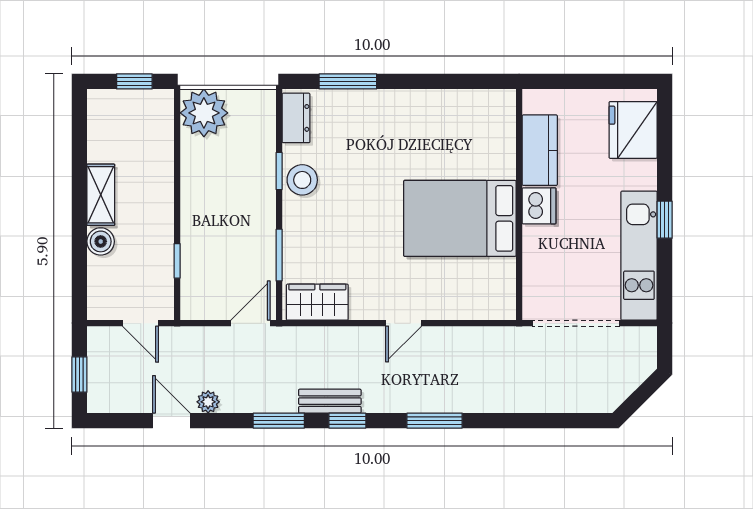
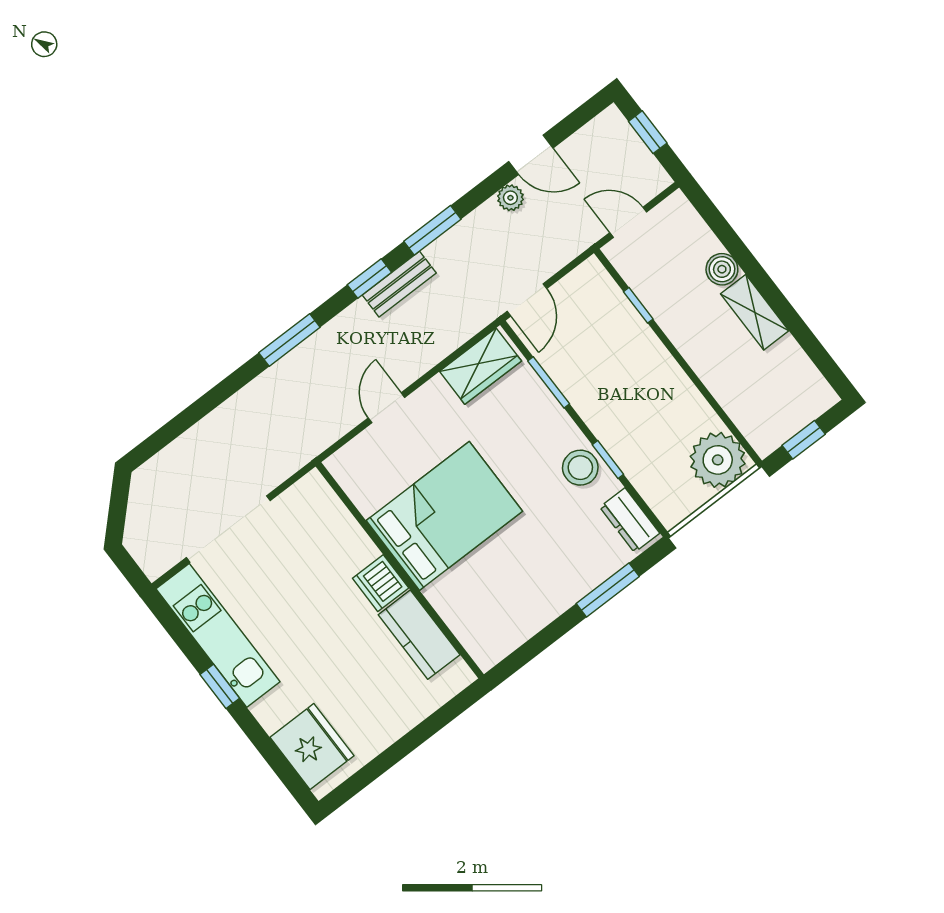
kitchen counter: (540, 150) -> (419, 635), moved
wall: (519, 205) -> (400, 570), moved
dishwasher: (539, 206) -> (381, 583), moved
bed: (460, 218) -> (444, 516), moved

